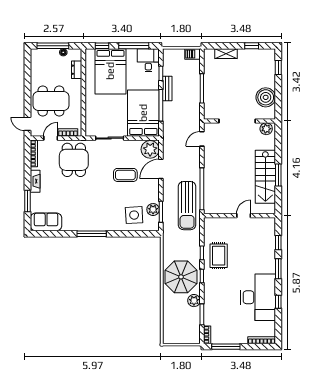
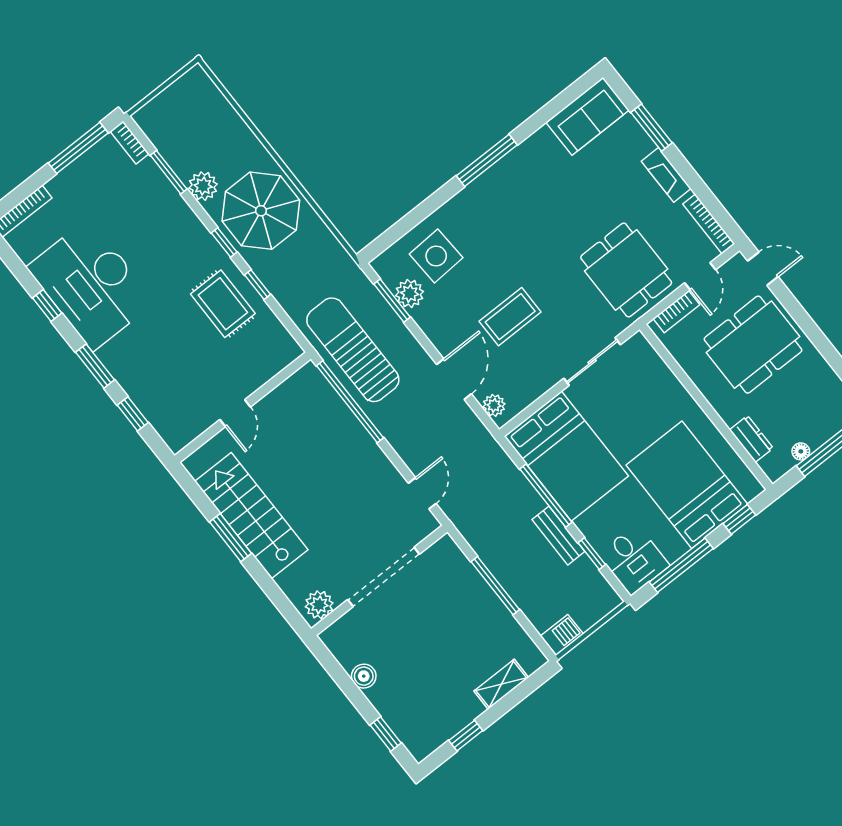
boiler: (266, 97) -> (364, 676), width x0.54, depth x0.54
plant: (150, 149) -> (494, 405), width x0.53, depth x0.53

